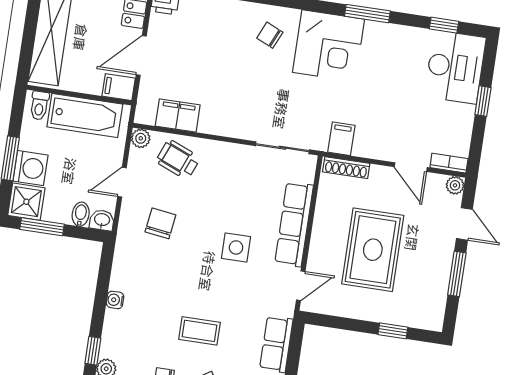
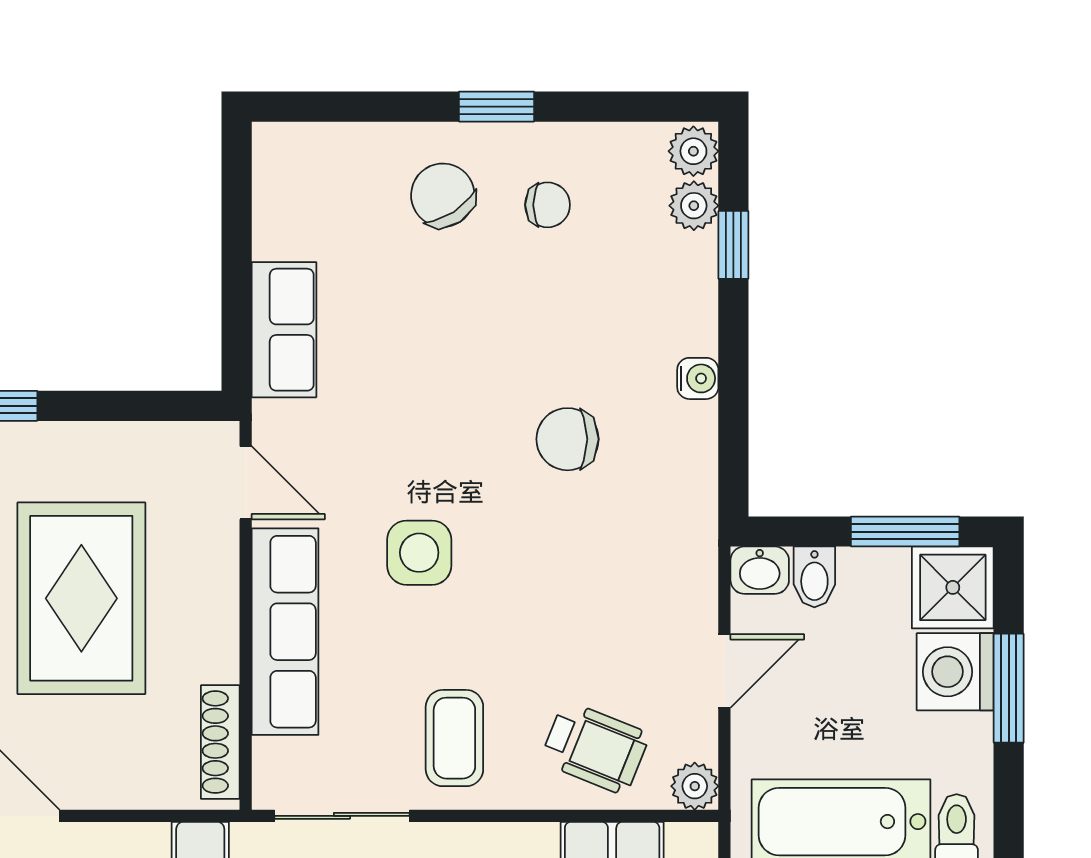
shoe rack: (346, 168) -> (220, 742), moved, turned -90
chair: (160, 223) -> (568, 439), moved, turned 82
door: (301, 286) -> (246, 483), swing flipped
coffee table: (200, 331) -> (454, 738), moved, turned 90

